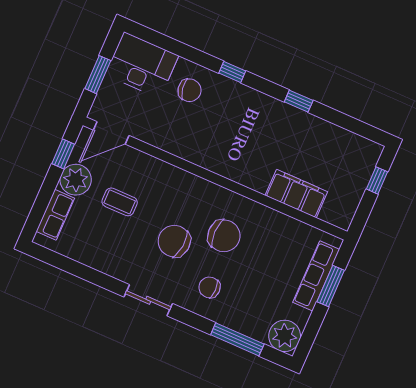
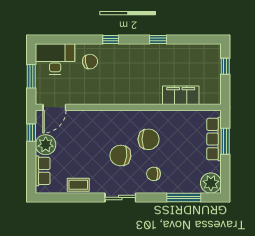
coffee table: (120, 202) -> (78, 185), moved

